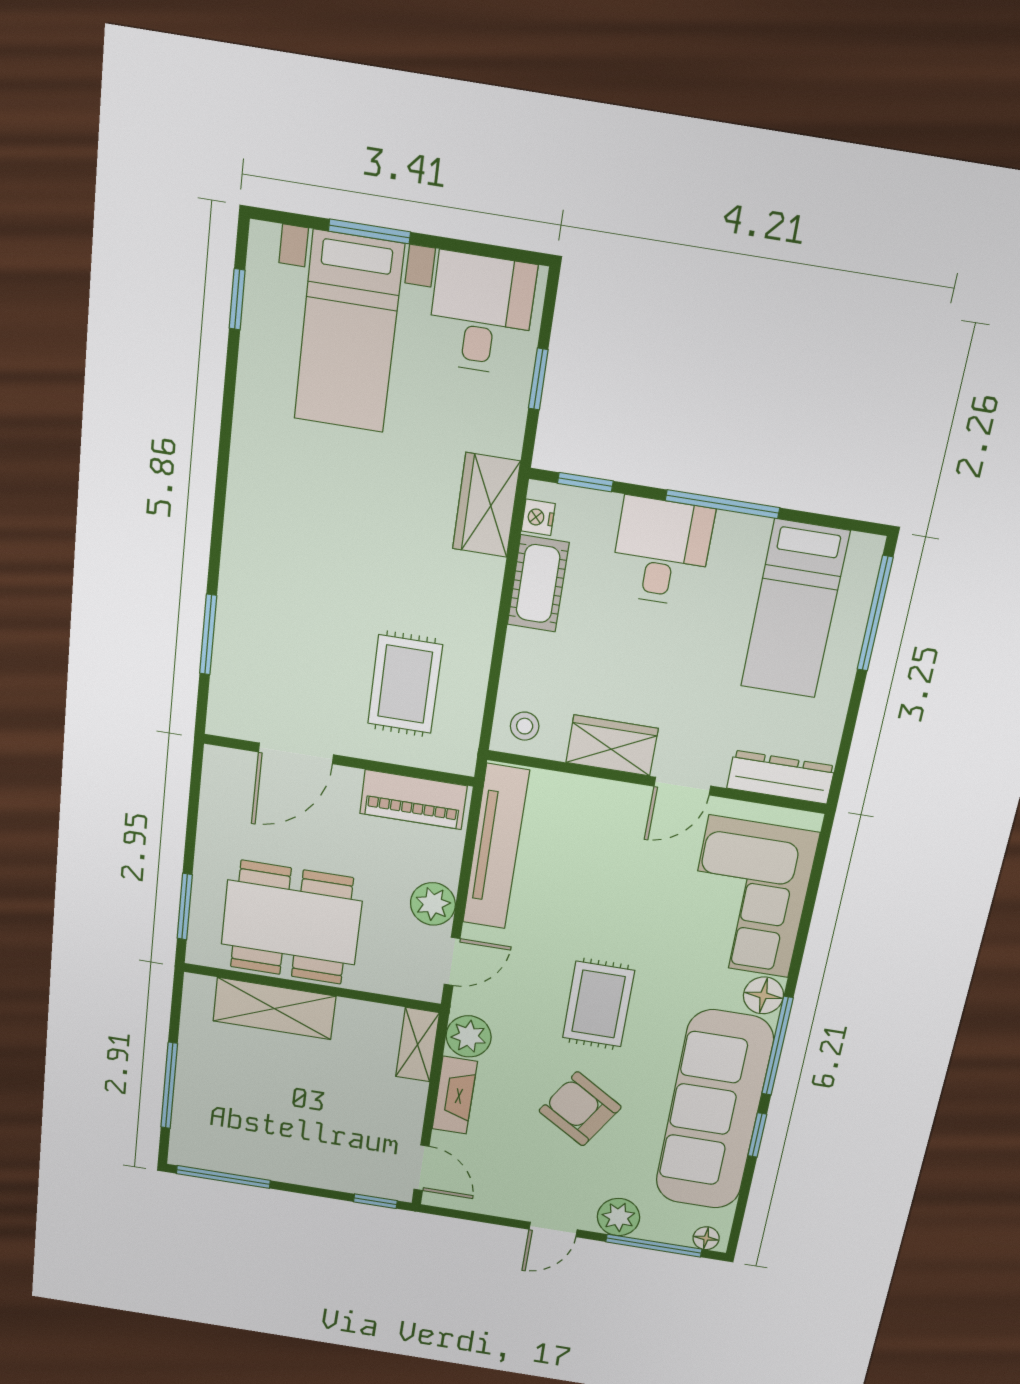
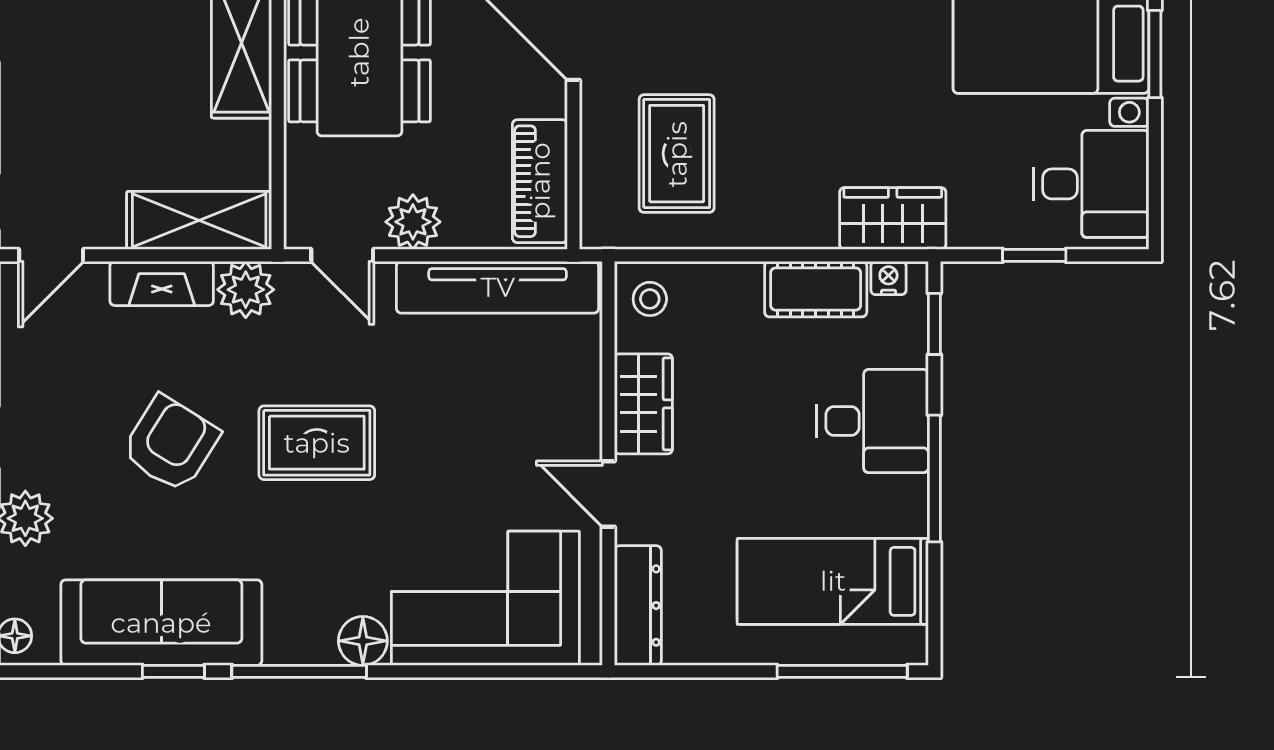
rug: (405, 684) -> (677, 154), turned 90
shelving: (418, 1045) -> (199, 220), width x1.50, depth x1.33
sofa: (714, 1111) -> (161, 623), width x0.74, depth x0.79

